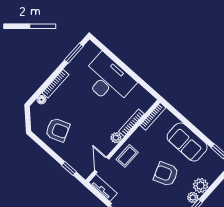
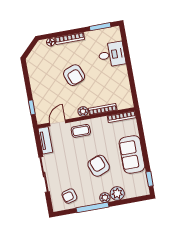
desk: (108, 80) -> (112, 54), width x0.53, depth x0.77
armchair: (58, 130) -> (74, 75), moved

